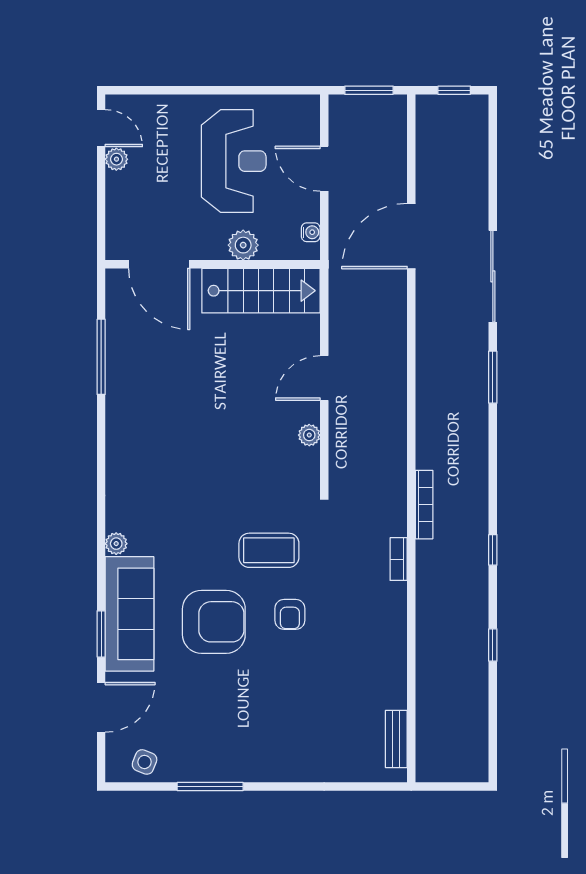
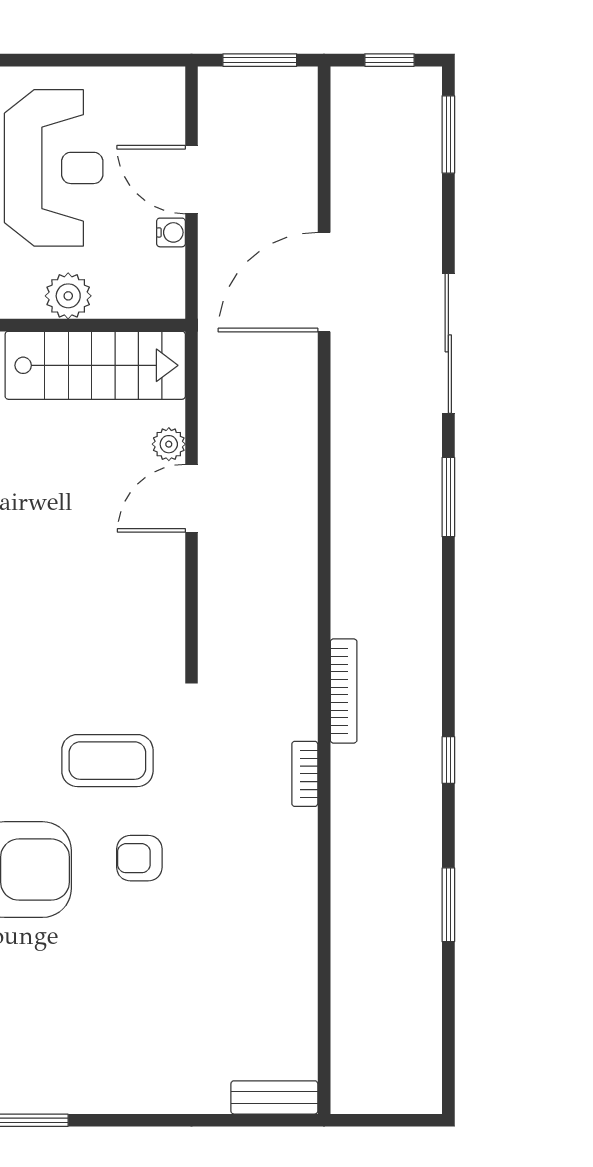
window: (493, 139) -> (448, 134), added
water cooler: (311, 232) -> (171, 232), moved
plant: (309, 435) -> (169, 444), moved
armchair: (290, 614) -> (139, 858), turned 90
window: (493, 645) -> (448, 905), width x1.50
bench: (396, 739) -> (274, 1097), moved, turned 90

